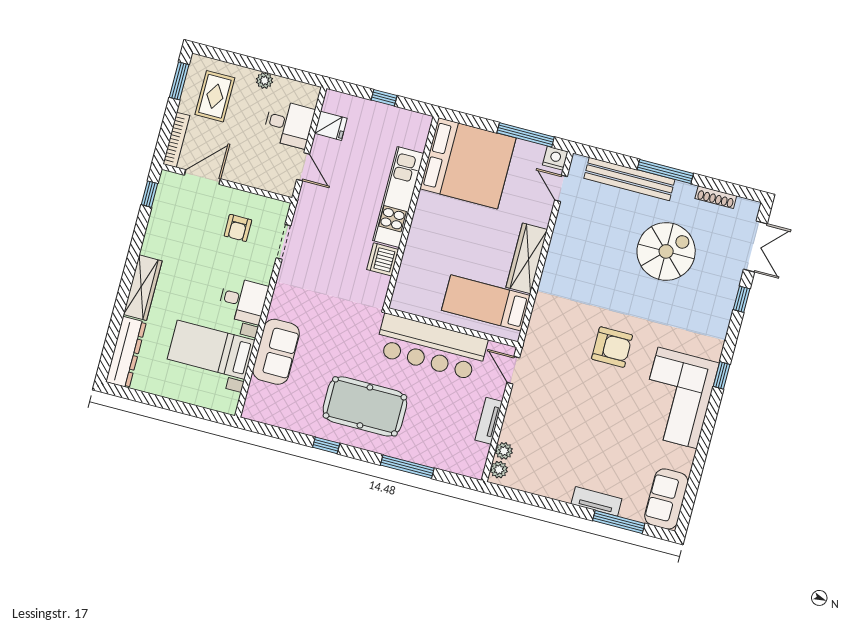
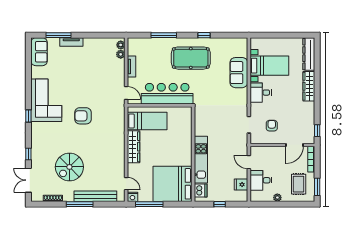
dishwasher: (383, 259) -> (201, 191), moved

